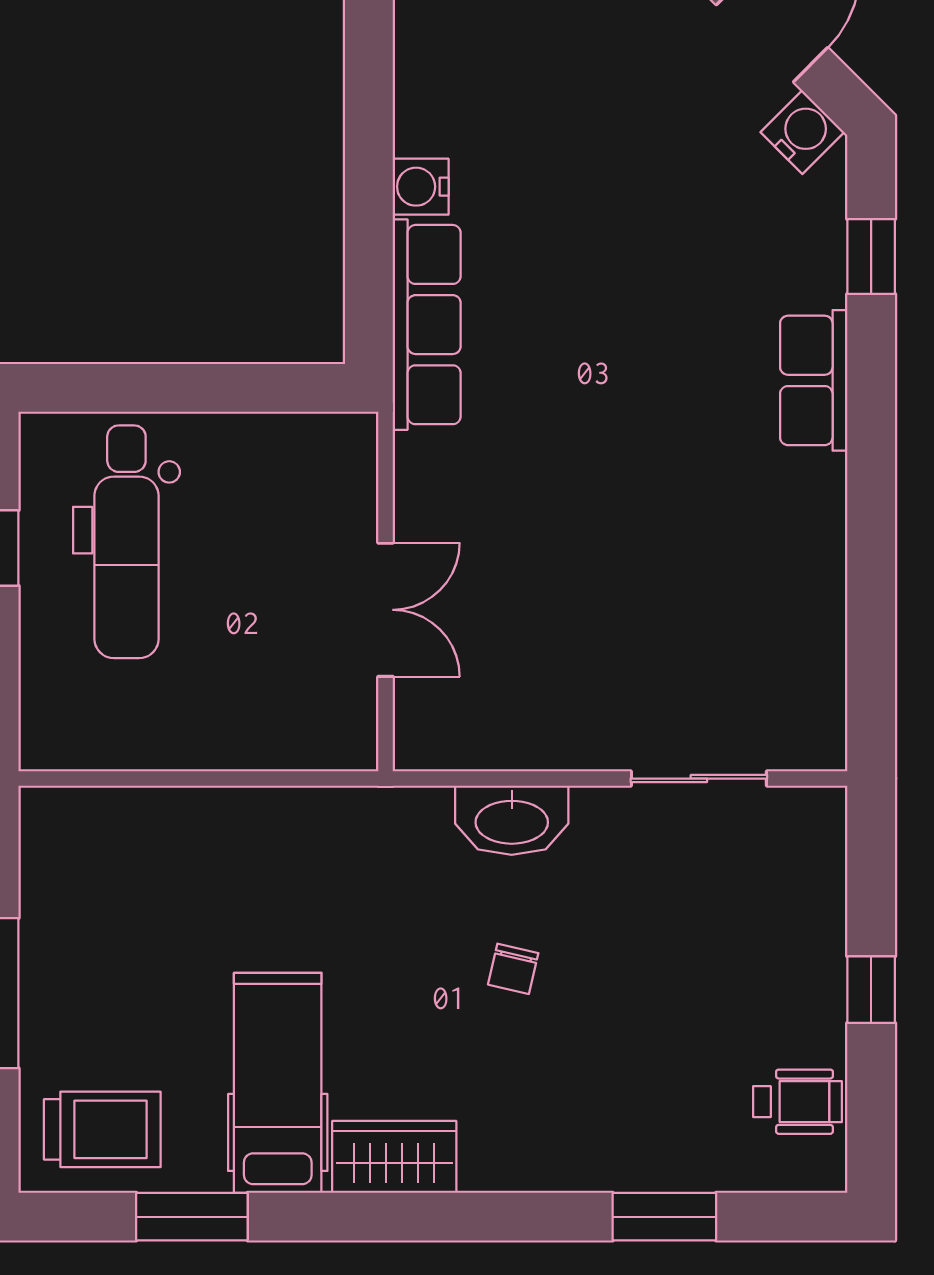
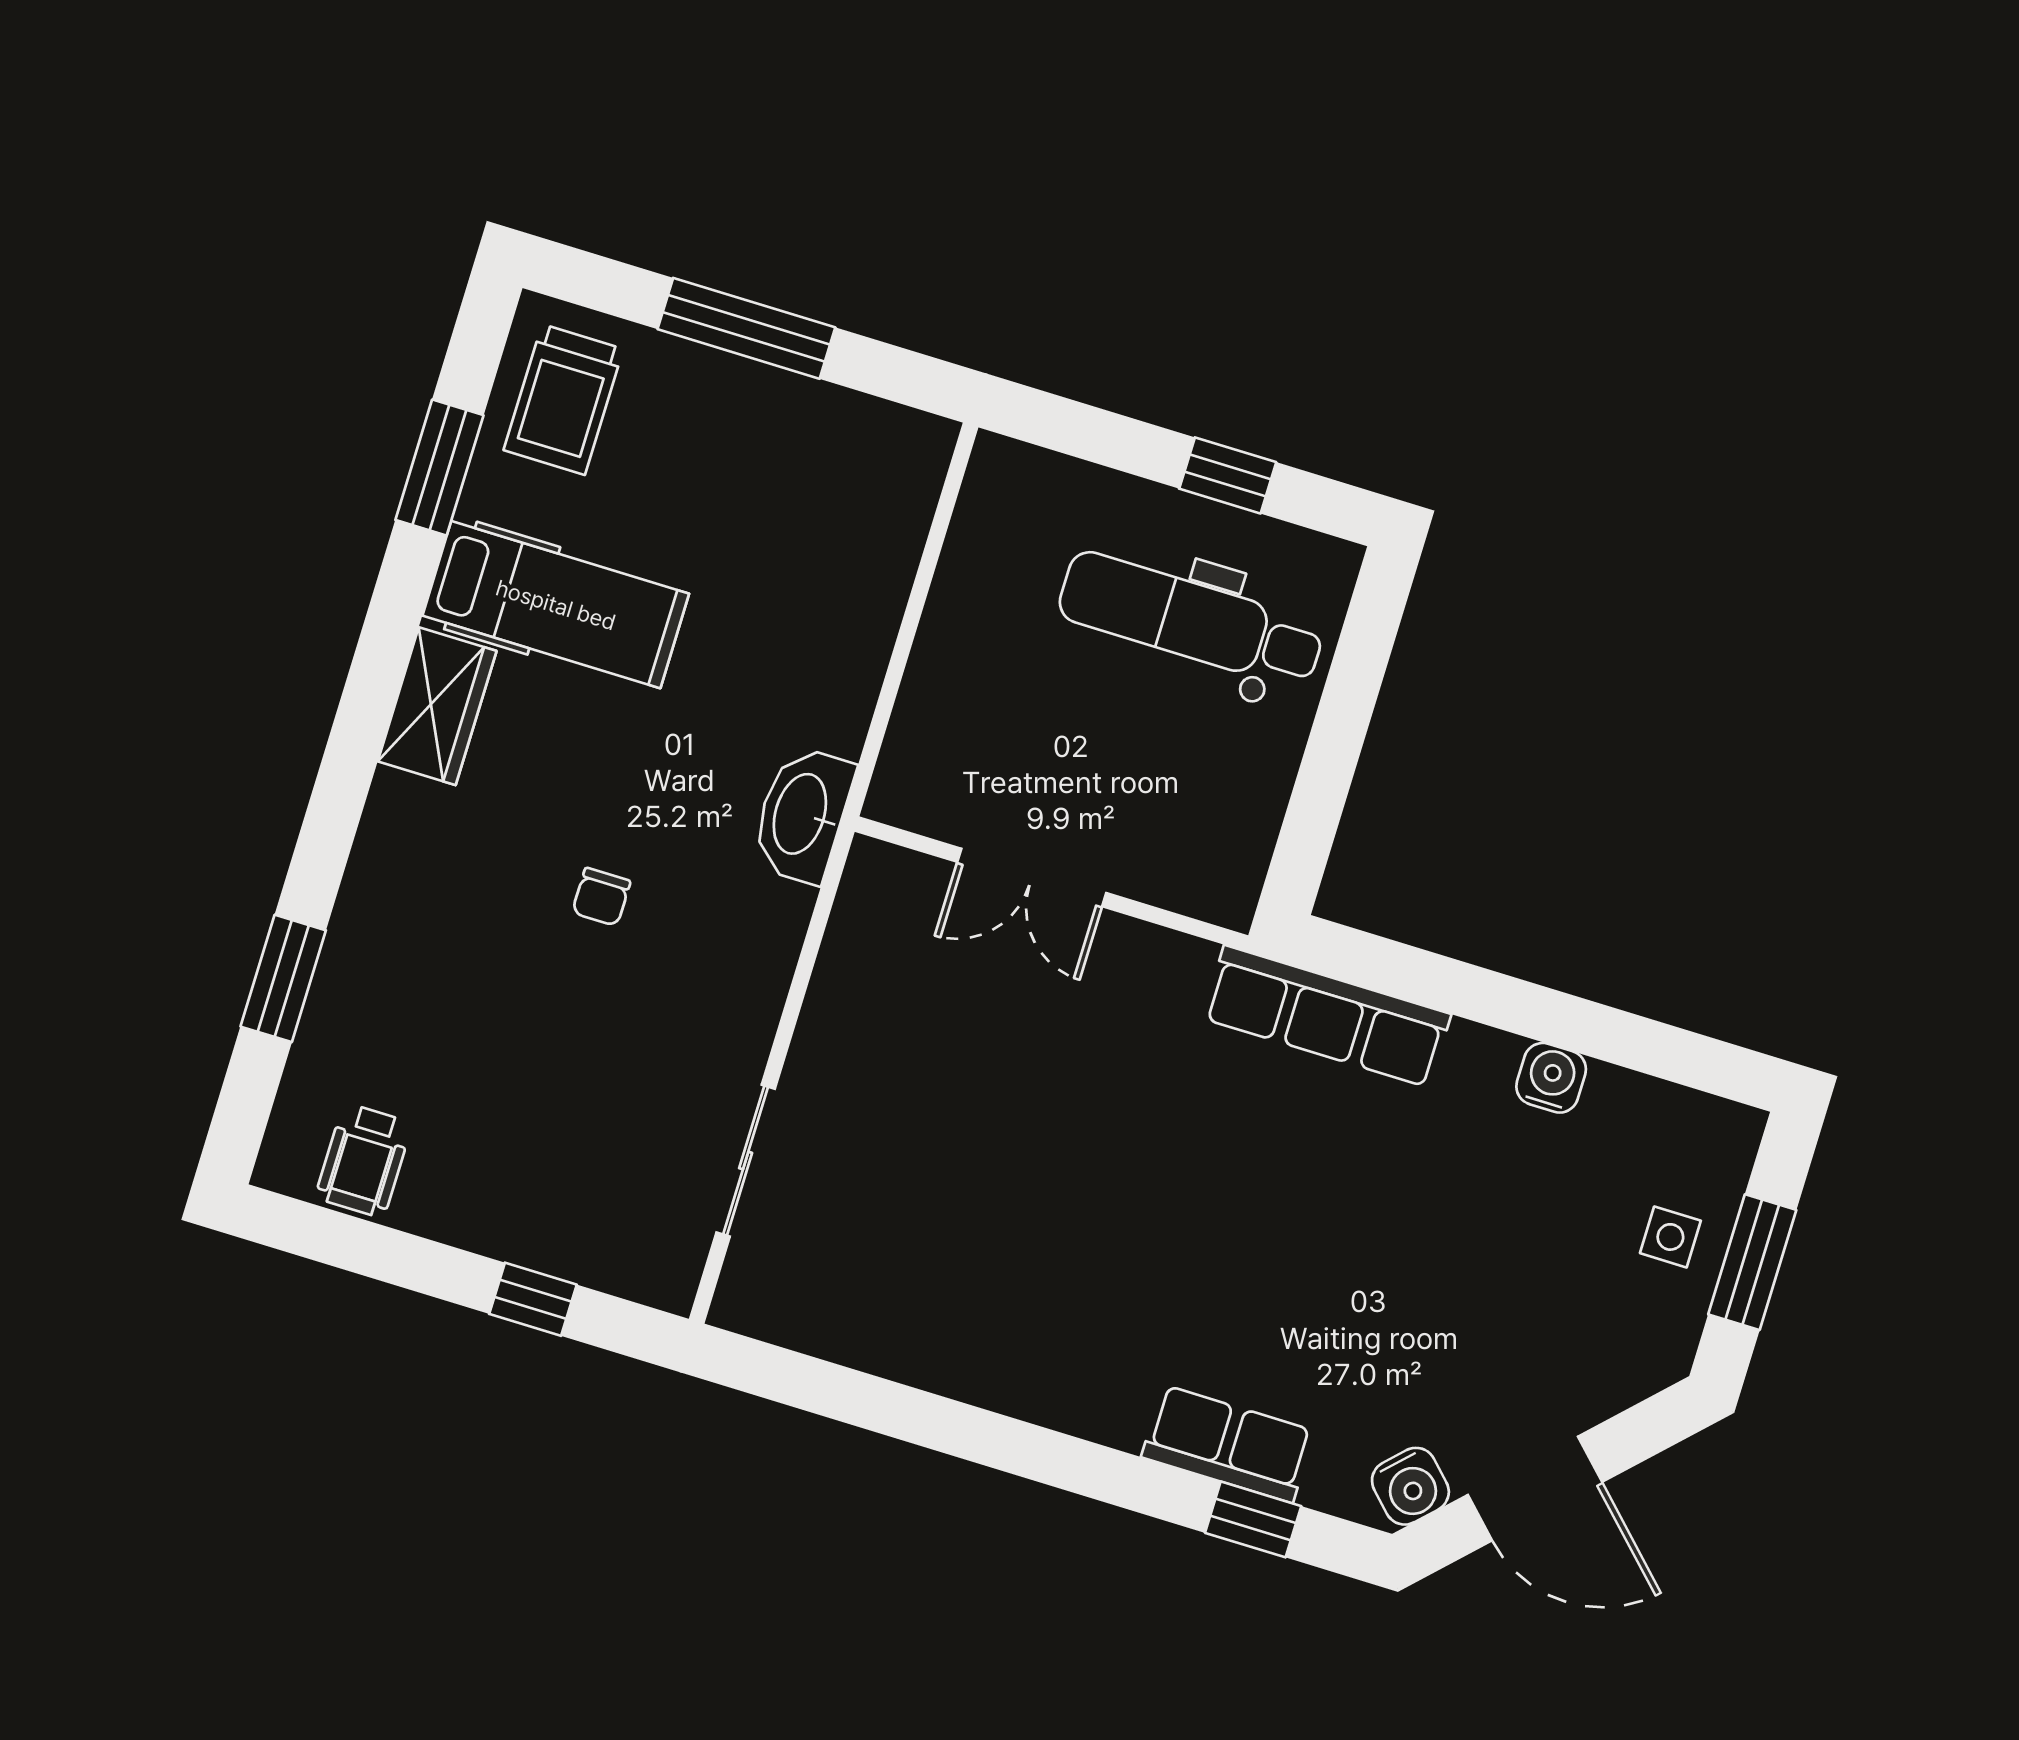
water cooler: (421, 187) -> (1551, 1078), moved
row of seats: (814, 380) -> (1228, 1444), moved
washbasin: (512, 820) -> (802, 815), moved
chair: (513, 969) -> (601, 897), turned -103
window: (871, 990) -> (533, 1299), moved

